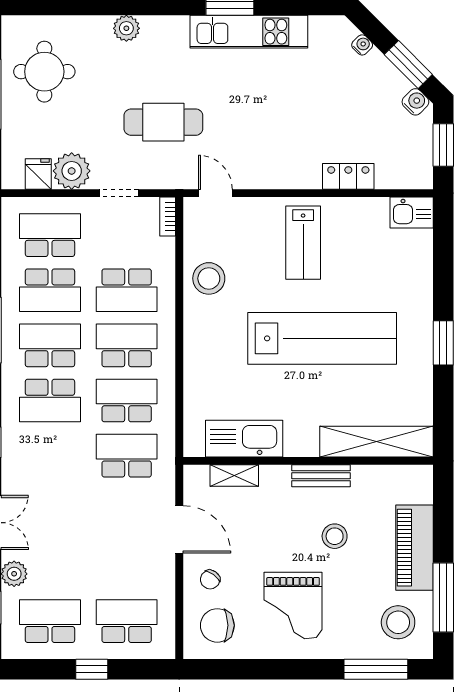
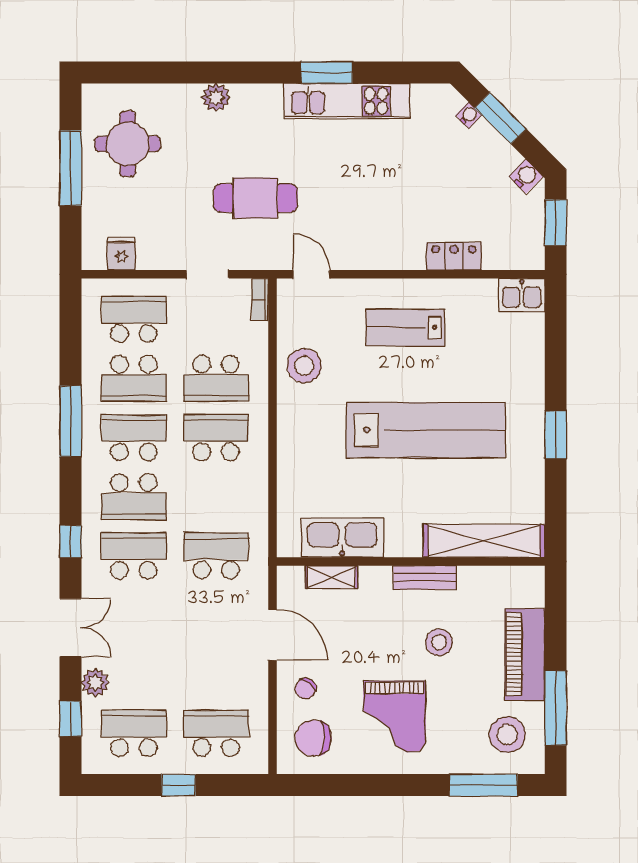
window: (408, 64) -> (500, 118), moved
plant: (72, 171) -> (157, 250), removed
lab bench: (303, 243) -> (405, 327), turned 90
school desk: (127, 401) -> (134, 556), moved

